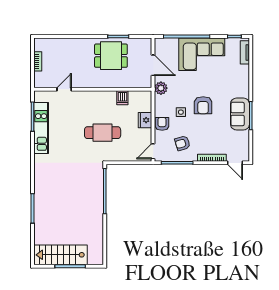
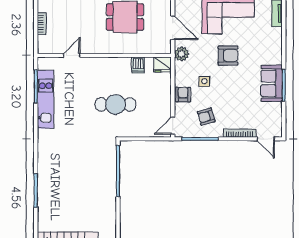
armchair: (203, 105) -> (228, 55), moved, turned -90
fridge: (145, 120) -> (162, 64), moved, turned -90

